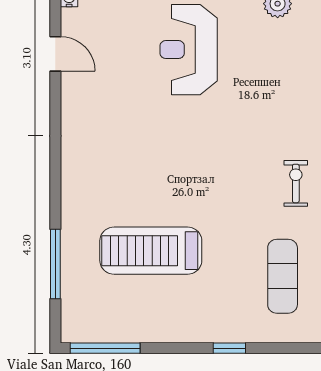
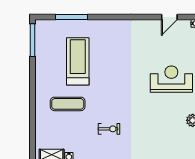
exercise mat: (283, 276) -> (68, 104), moved
window: (229, 348) -> (32, 98), removed

